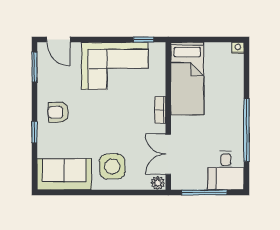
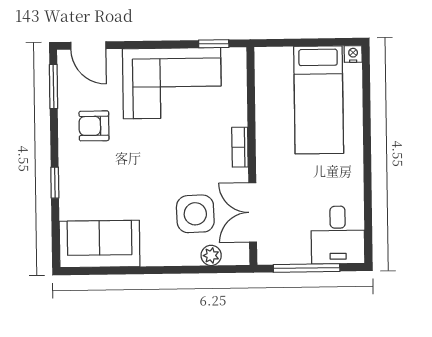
bed: (187, 79) -> (319, 100), moved
armchair: (58, 112) -> (94, 126), moved
window: (246, 130) -> (367, 175), removed
side table: (112, 166) -> (195, 214), moved
plant: (158, 183) -> (211, 255), moved

